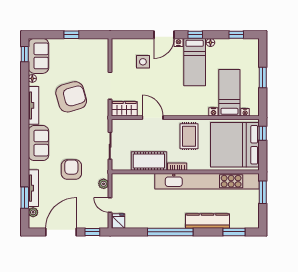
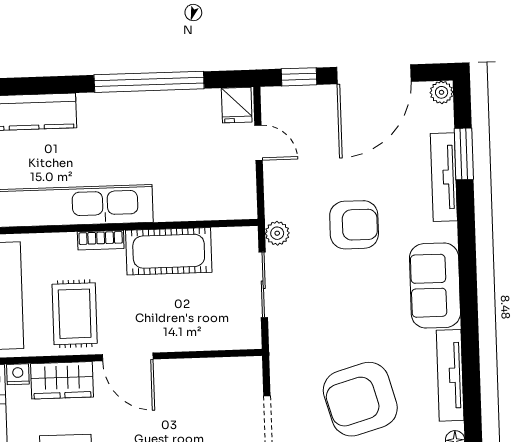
wardrobe: (124, 109) -> (62, 380), moved
door: (153, 118) -> (128, 357), moved
armchair: (71, 169) -> (354, 225), turned -90
plant: (104, 184) -> (277, 233), moved
plant: (33, 212) -> (442, 92), moved
window: (170, 232) -> (149, 82), moved

